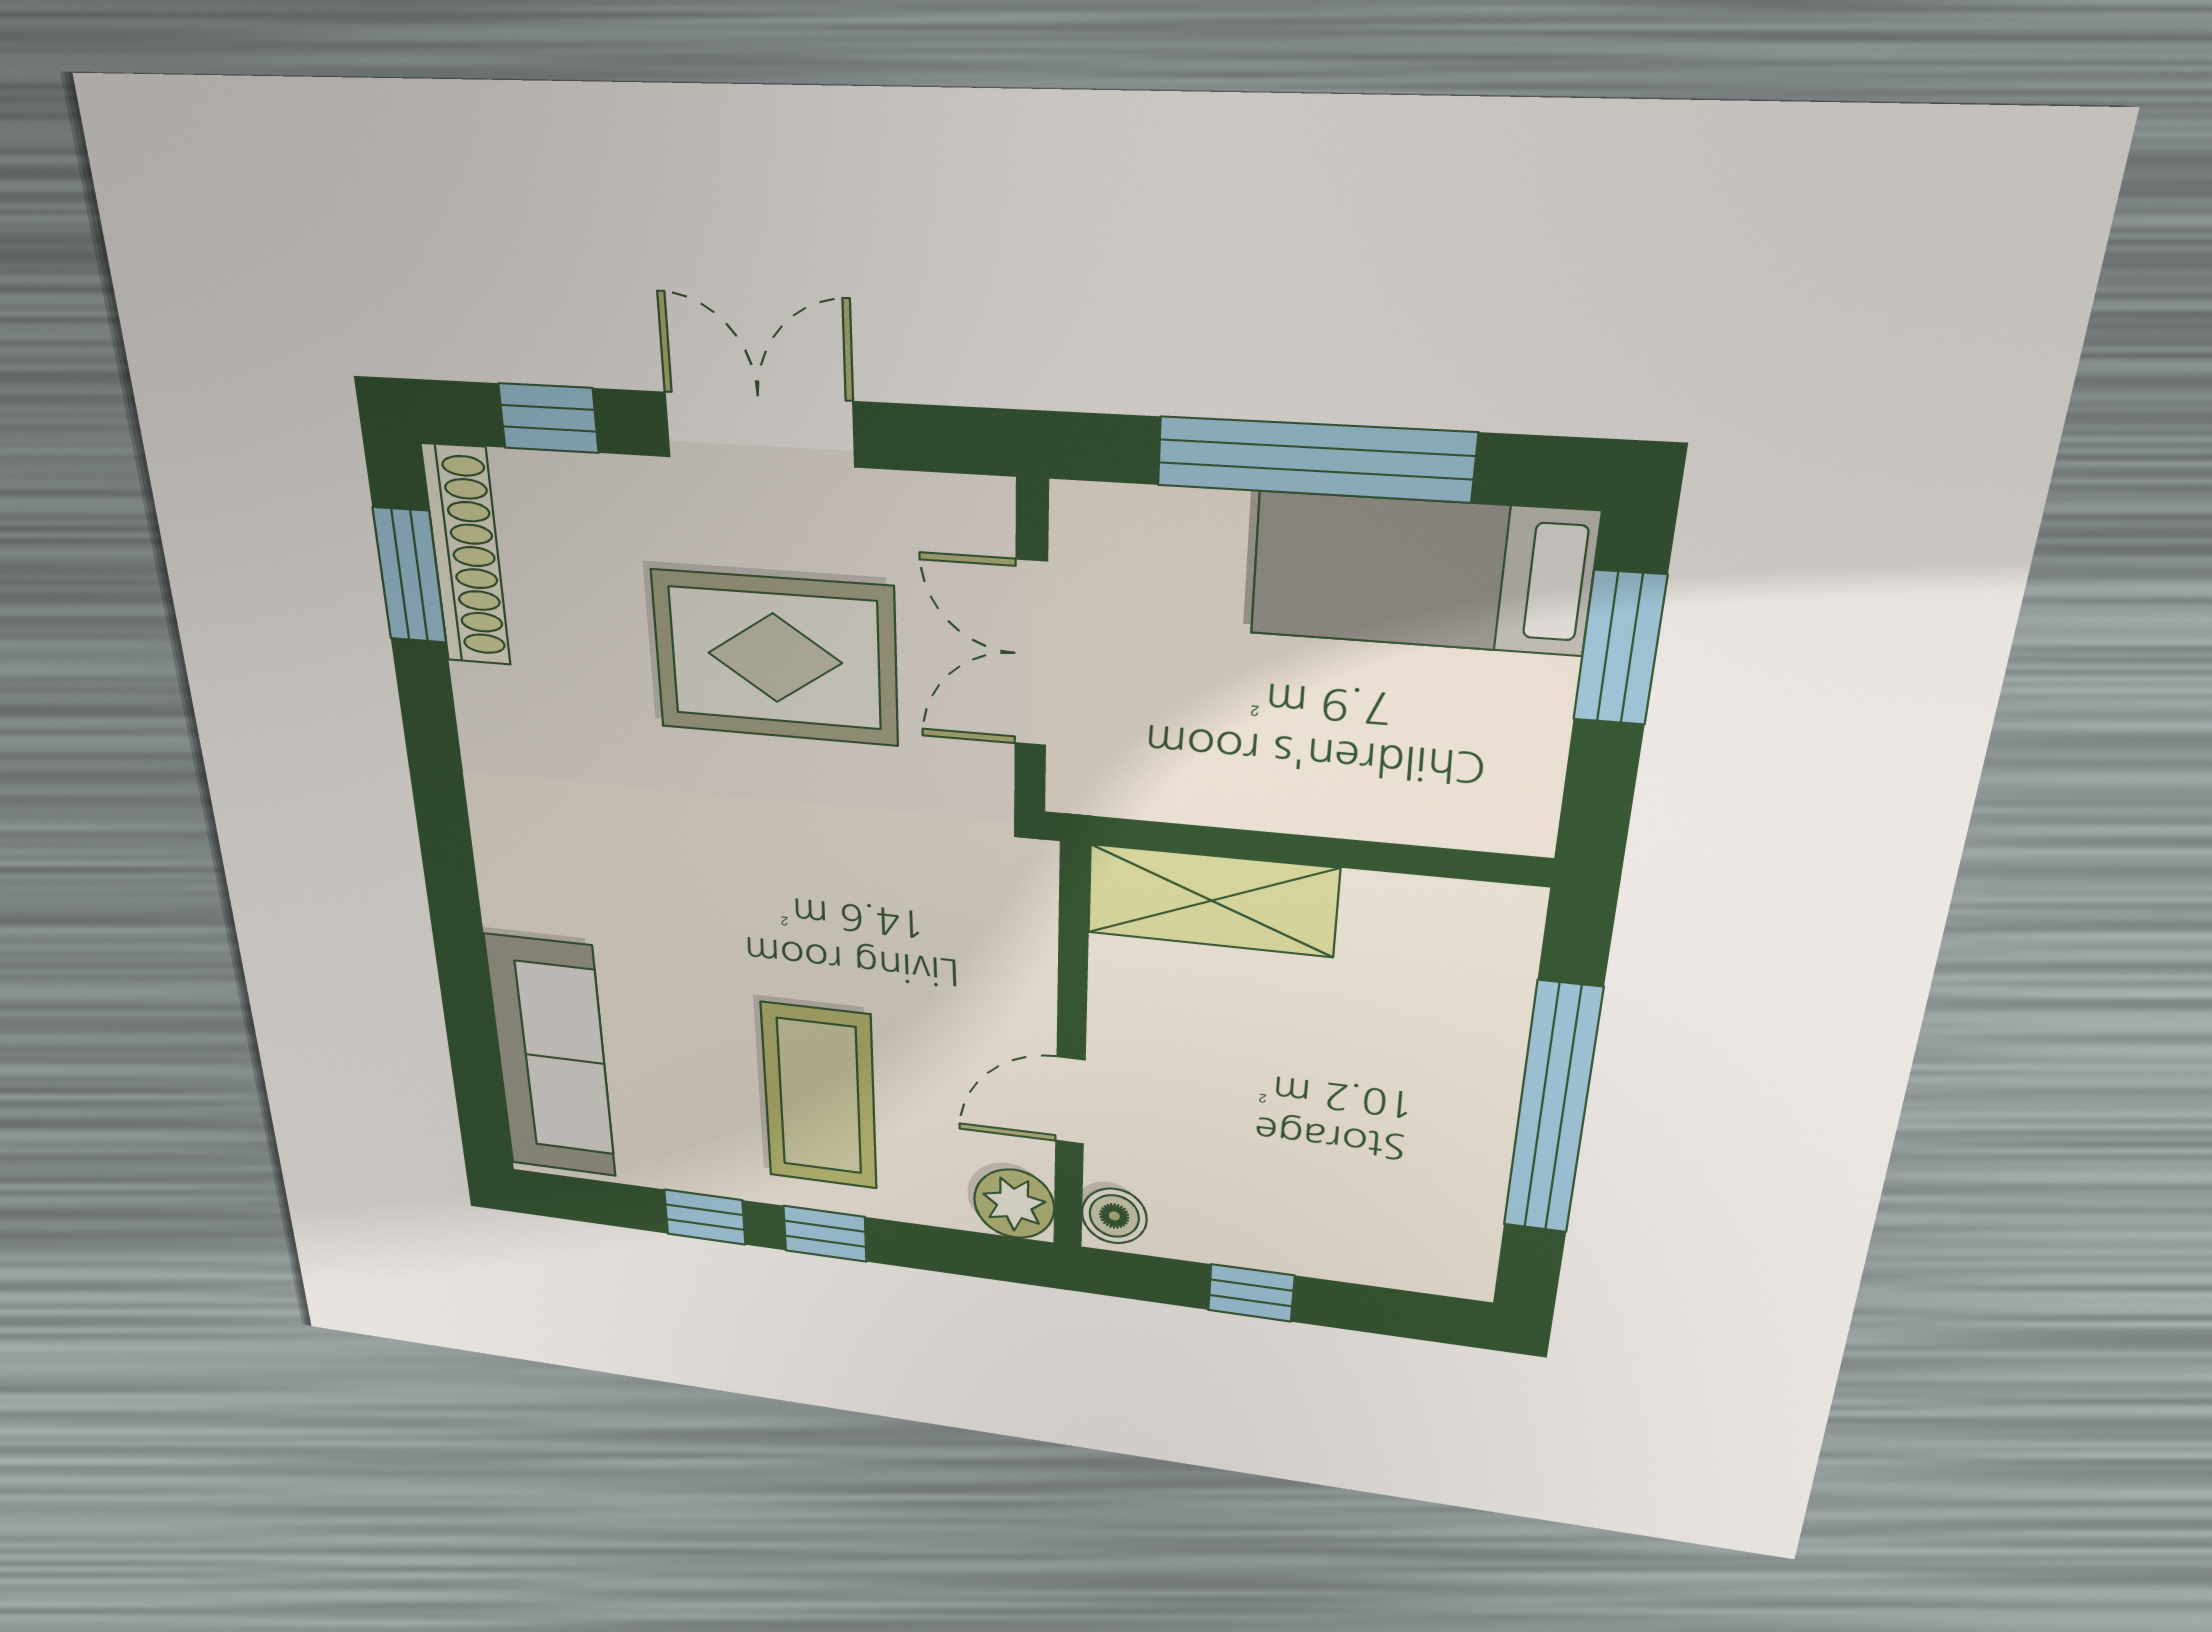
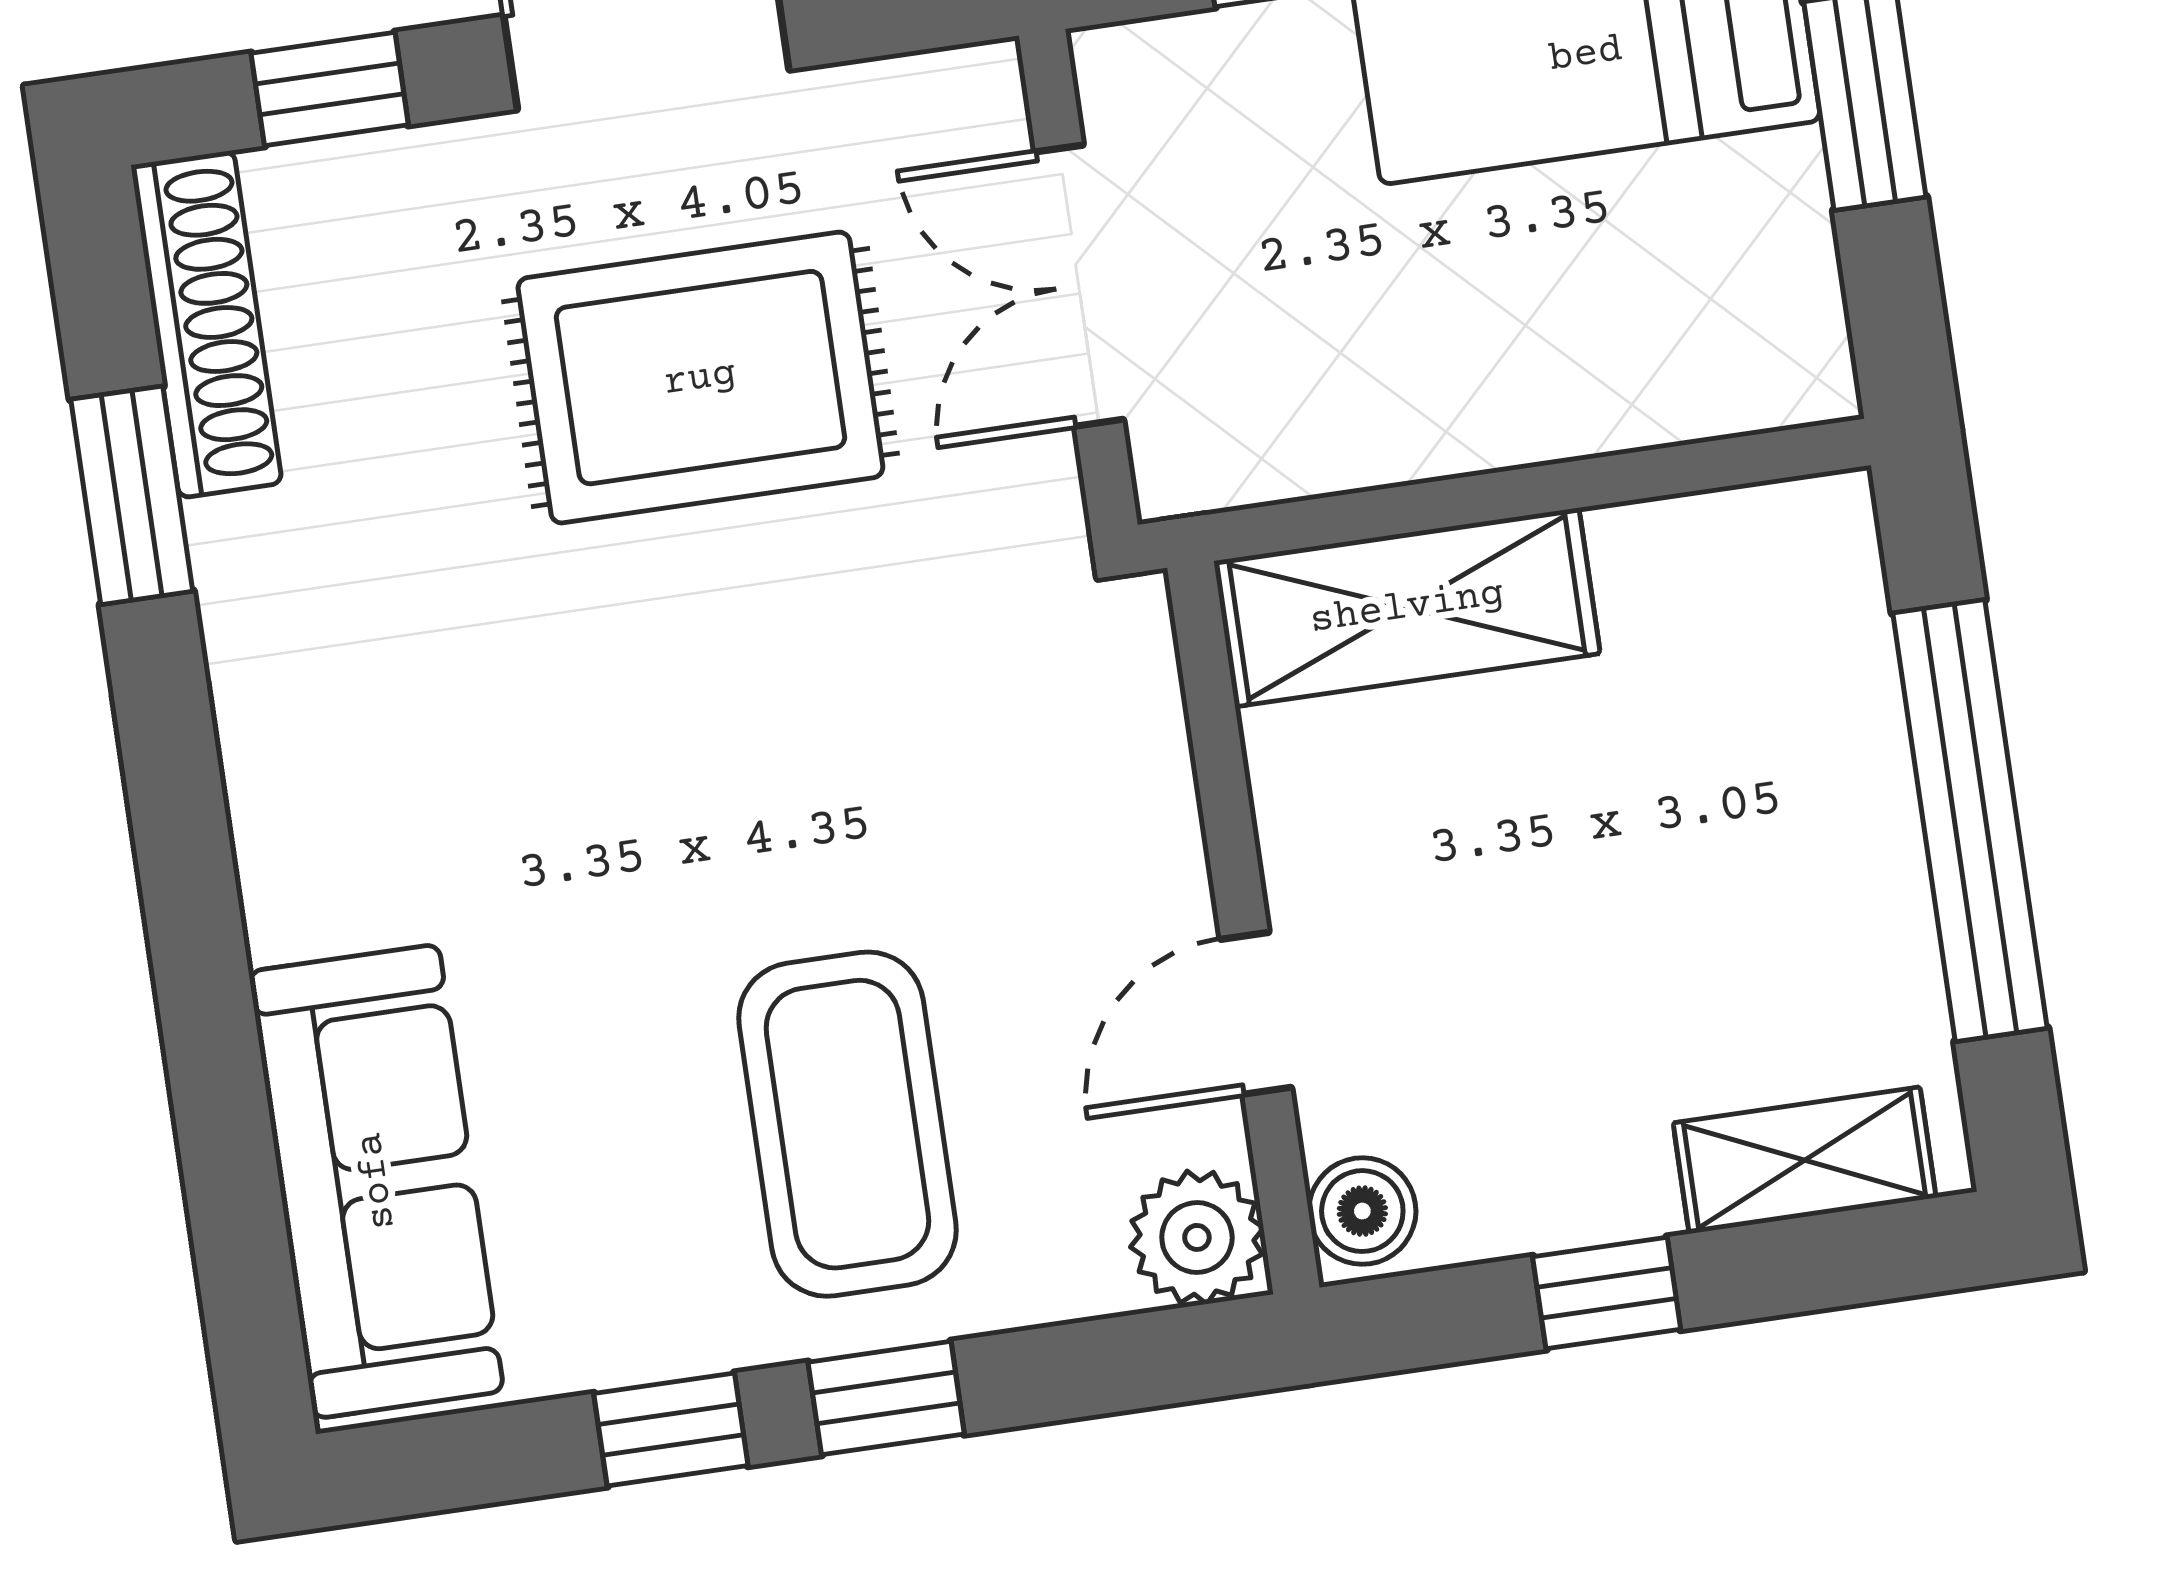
window: (410, 575) -> (132, 495), moved
shelving: (1390, 1260) -> (1805, 1160), added

